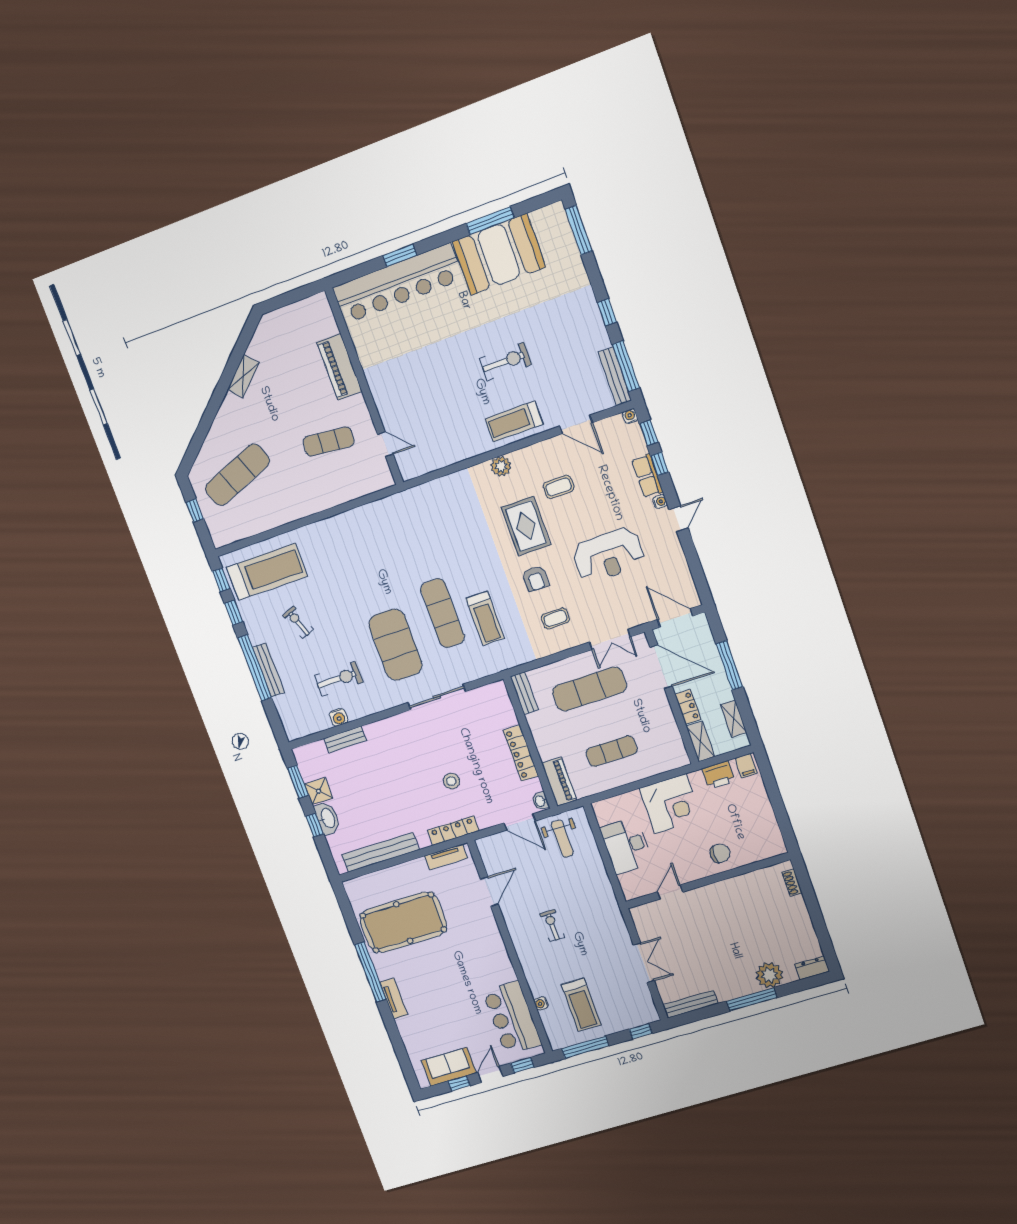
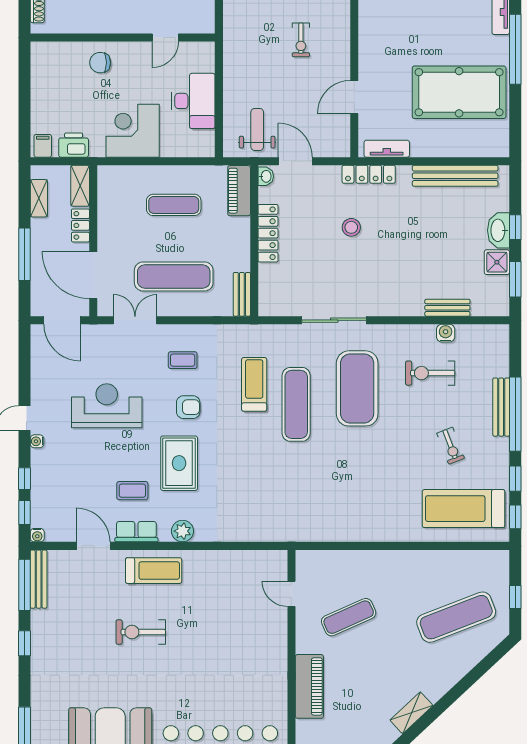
exercise mat: (329, 441) -> (349, 617), turned -30
row of seats: (647, 476) -> (136, 532), moved, turned -90
armchair: (536, 579) -> (188, 407), turned 90

